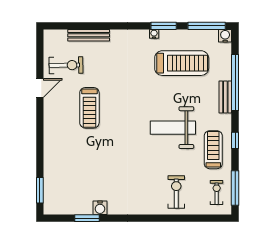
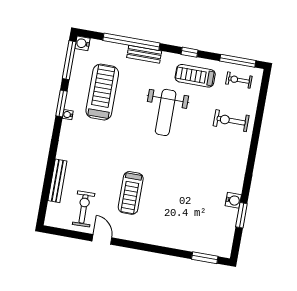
treadmill: (89, 108) -> (131, 193), turned 90

